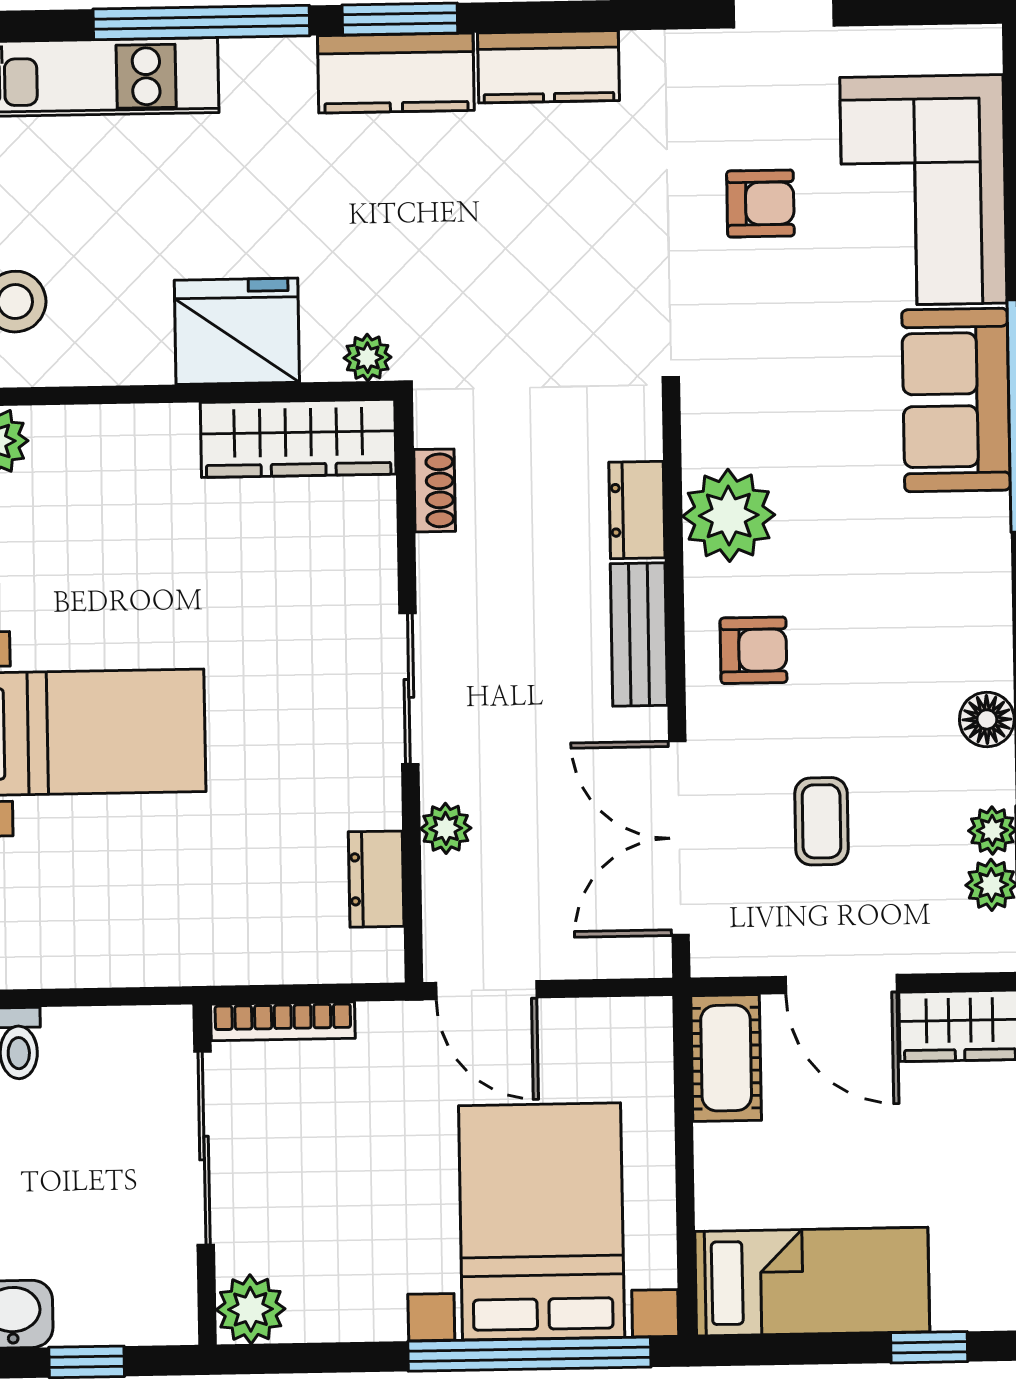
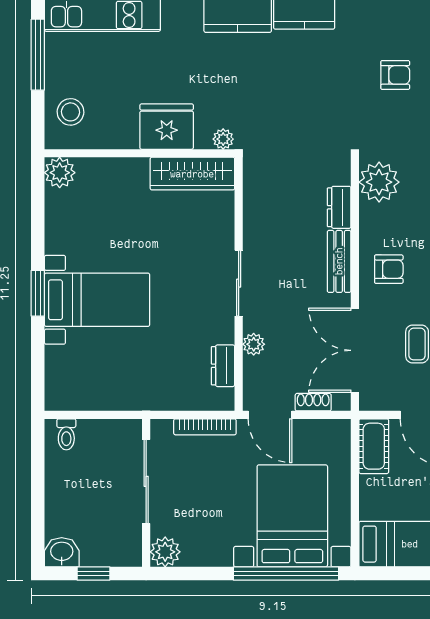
shoe rack: (435, 490) -> (313, 402), moved, turned -90
plant: (729, 515) -> (379, 182), moved
bookcase: (283, 1021) -> (205, 427), moved

